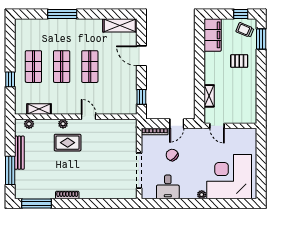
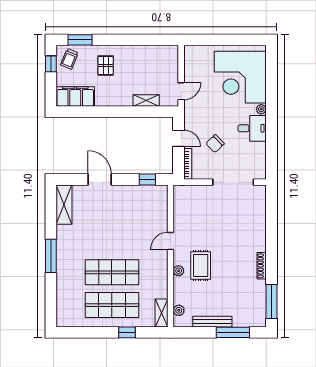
window: (62, 14) -> (51, 256), moved
door: (141, 56) -> (100, 179), swing flipped
shop shelf: (33, 67) -> (112, 305), width x1.43, depth x1.36
shop shelf: (62, 67) -> (112, 272), width x1.43, depth x1.36
shop shelf: (90, 67) -> (112, 240), removed
shelving: (39, 109) -> (161, 313), moved
desk: (168, 187) -> (252, 128), moved

